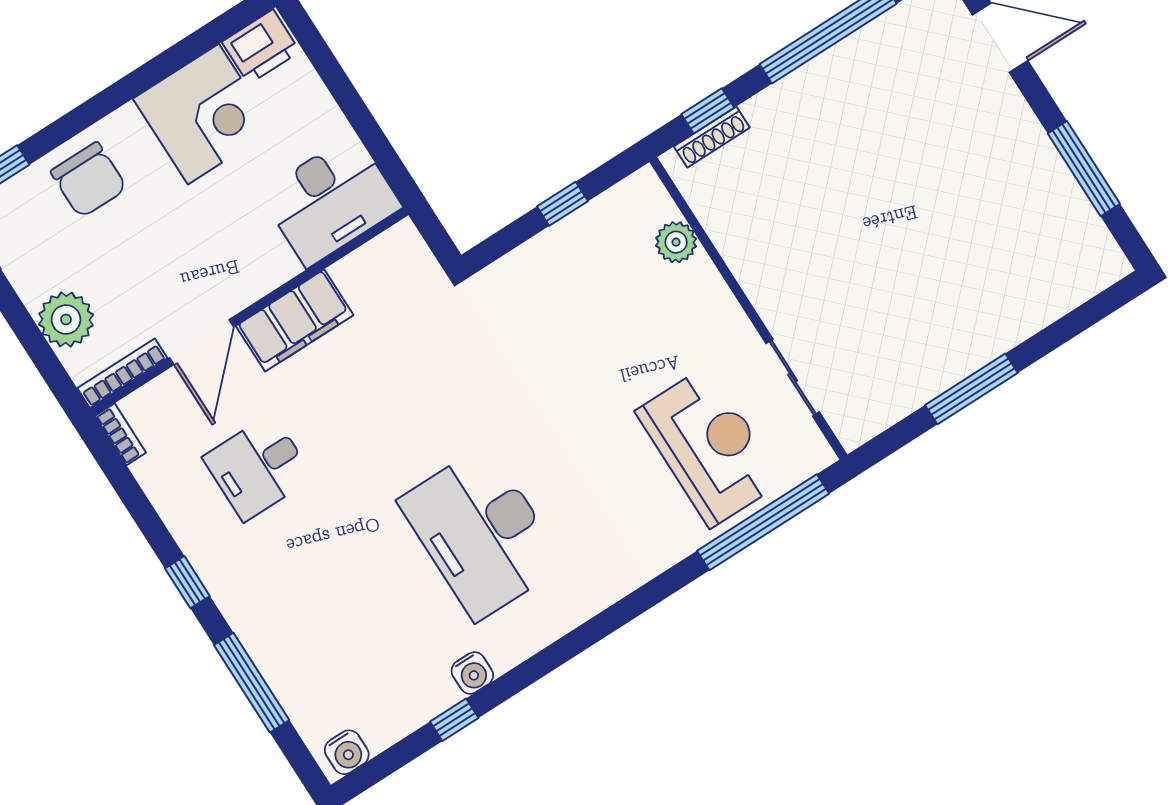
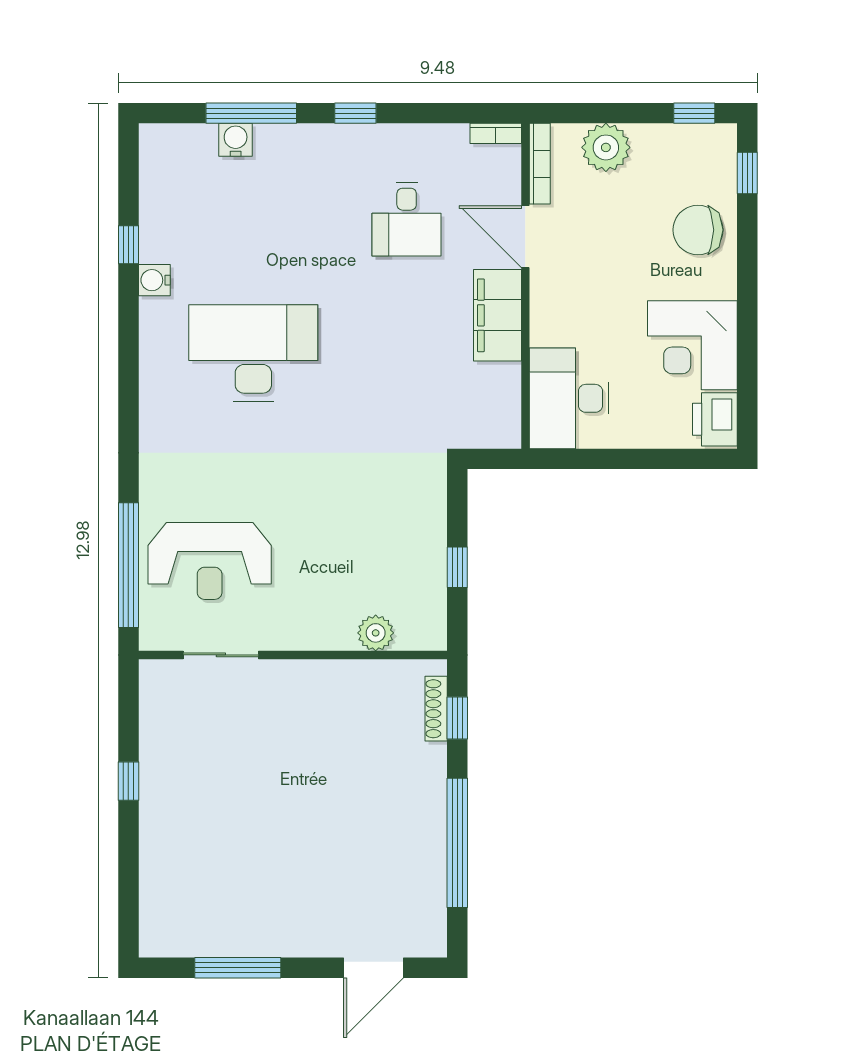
window: (971, 389) -> (128, 781), width x0.46
desk: (258, 467) -> (407, 219), turned 180
water cooler: (347, 752) -> (236, 140), moved, turned 90

